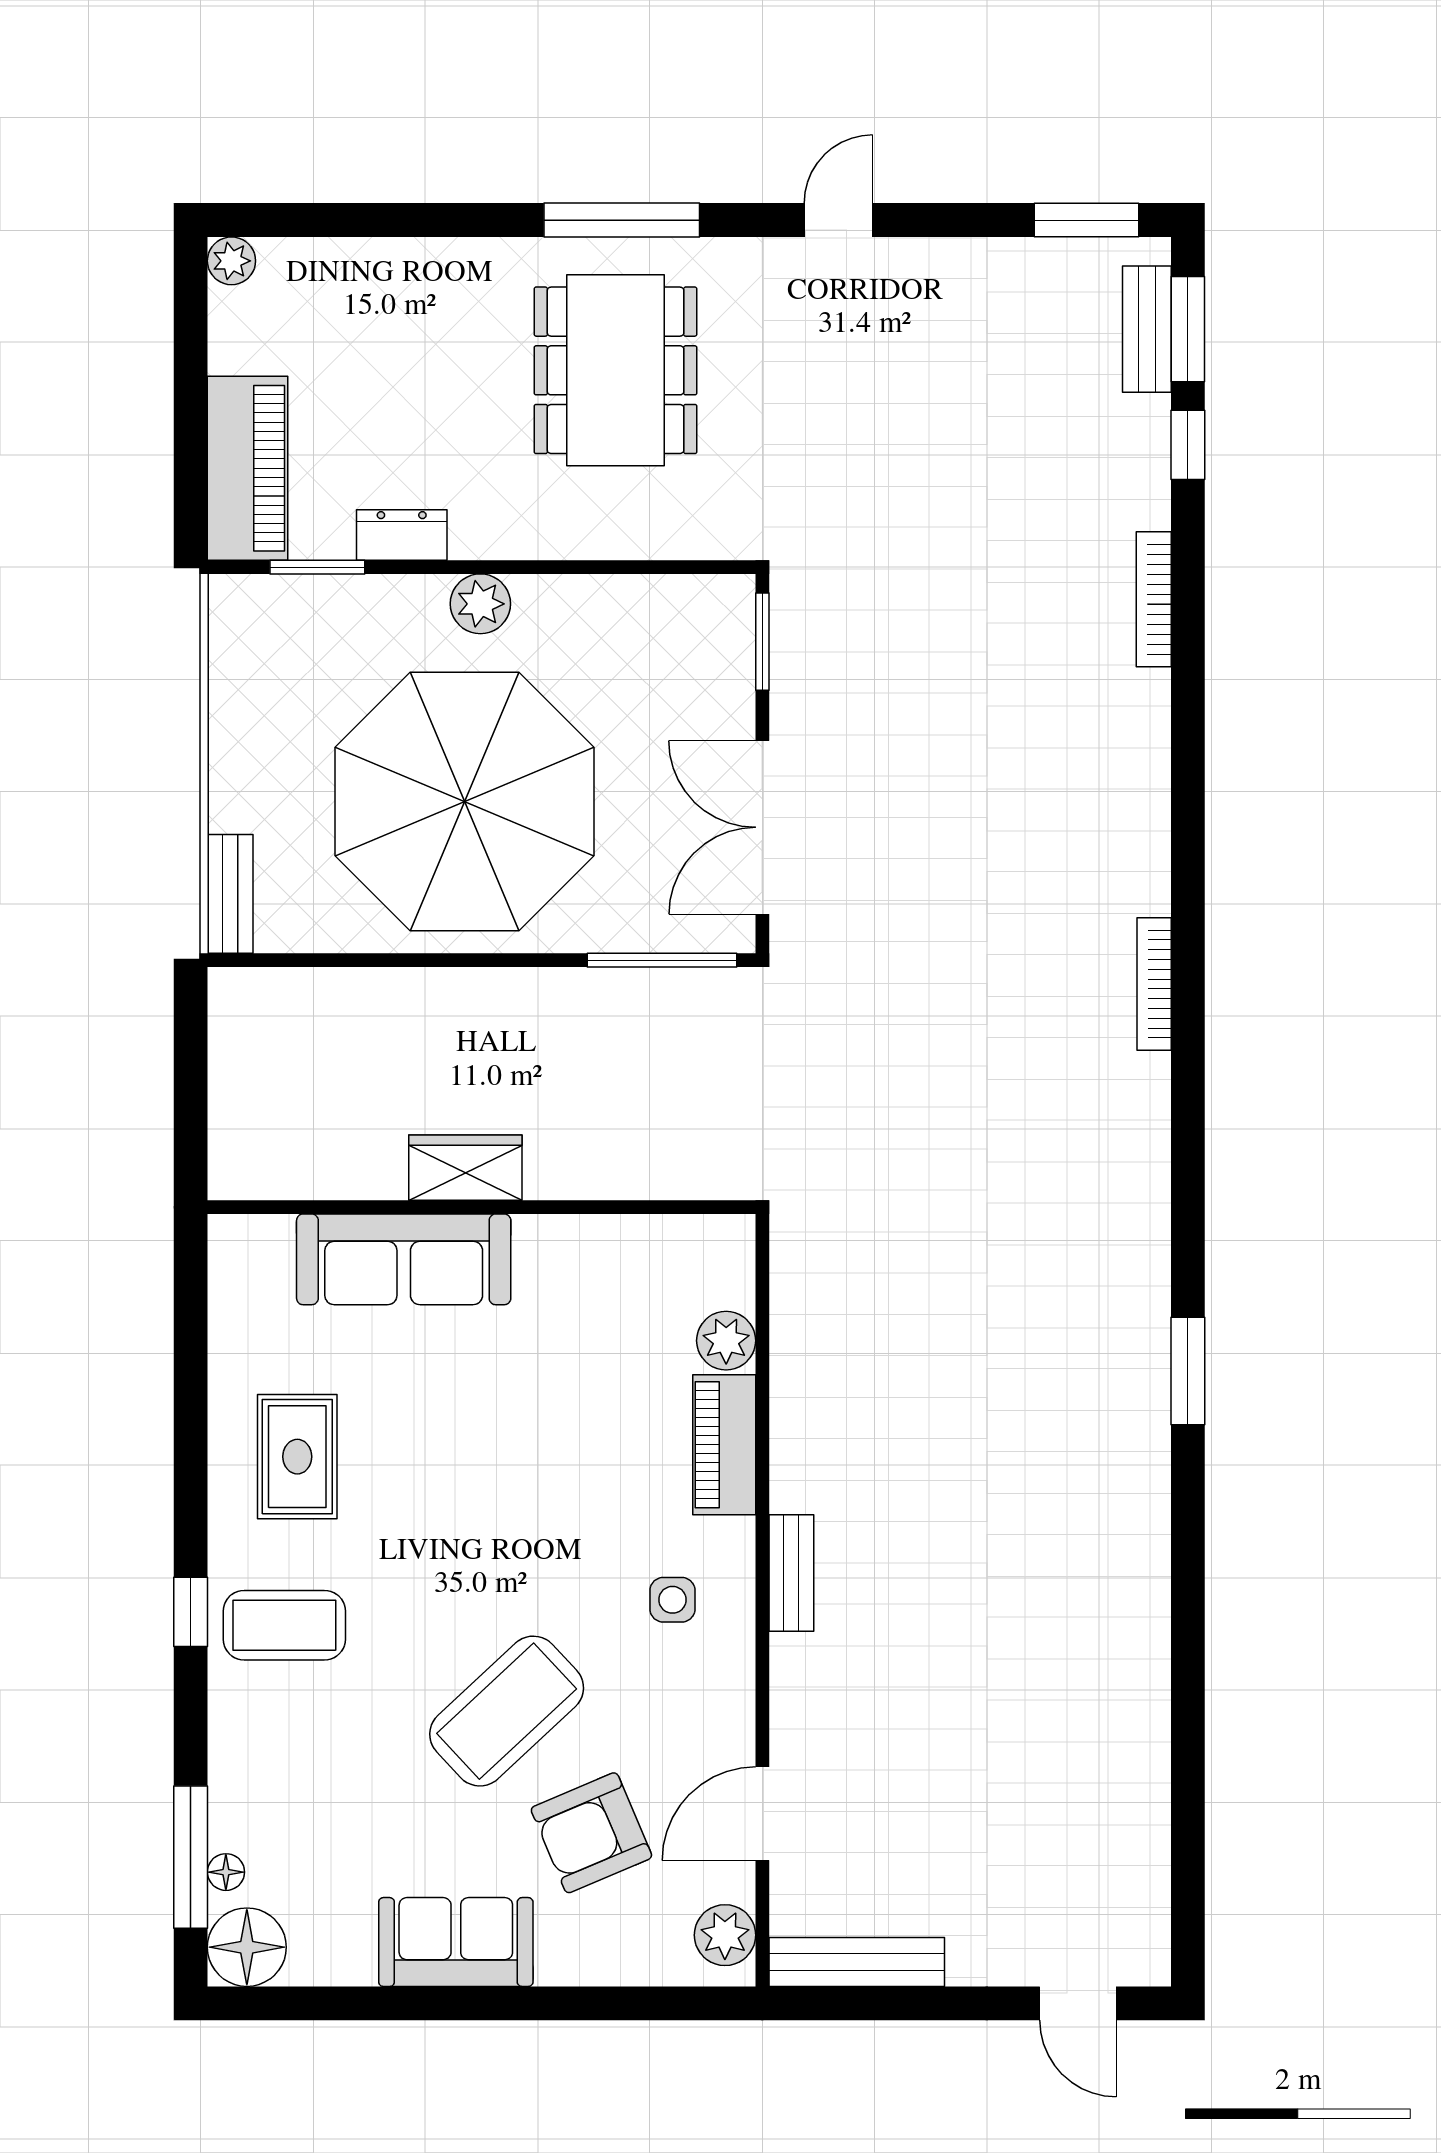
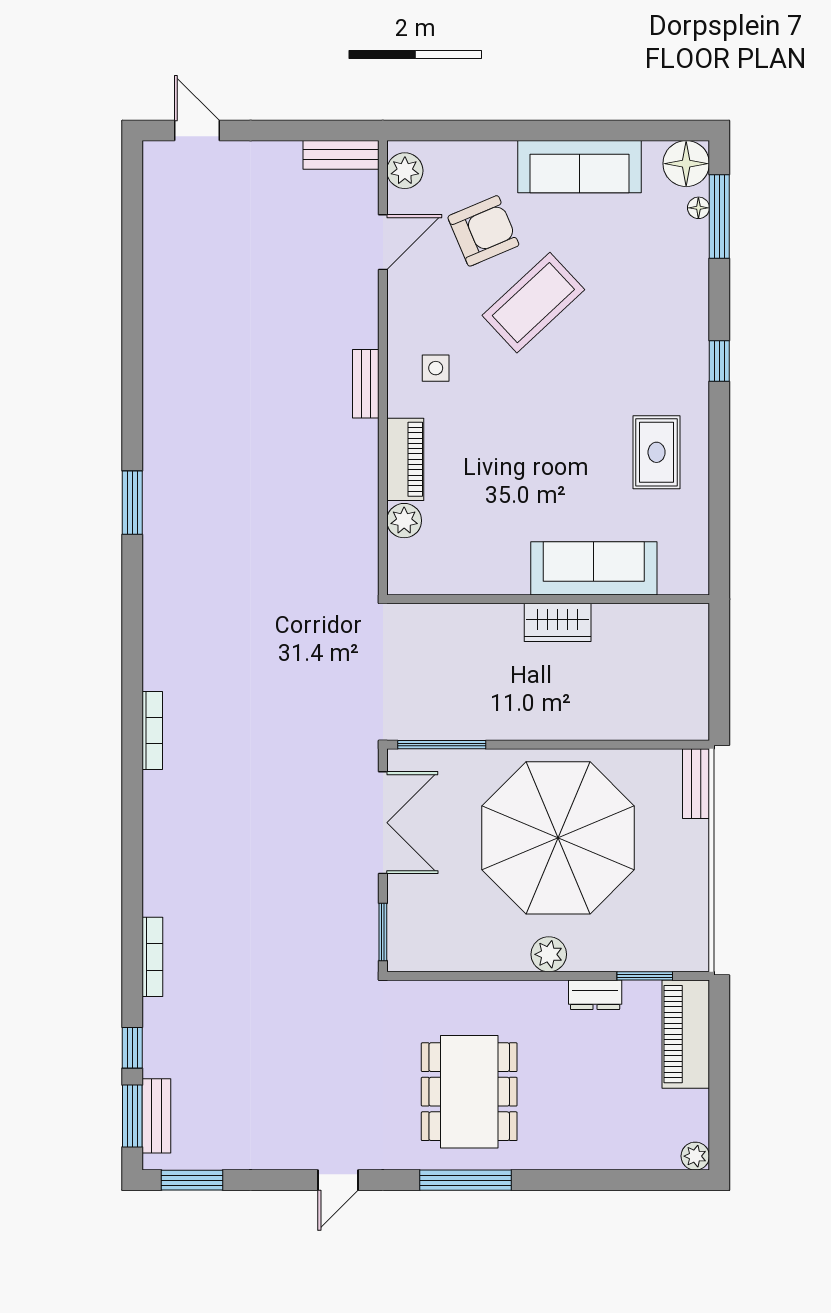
coffee table: (284, 1625) -> (664, 353), removed
sofa: (456, 1942) -> (580, 167), width x1.36
bench: (857, 1962) -> (341, 155), width x0.73

